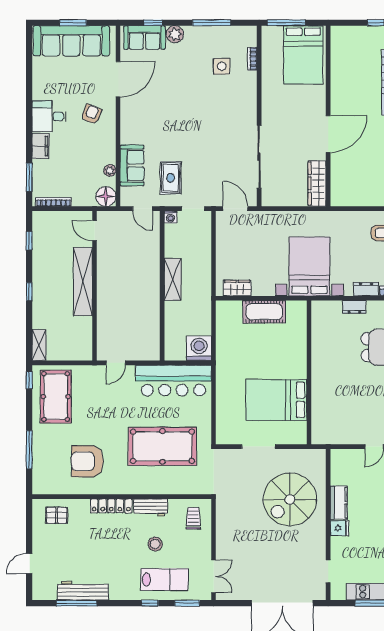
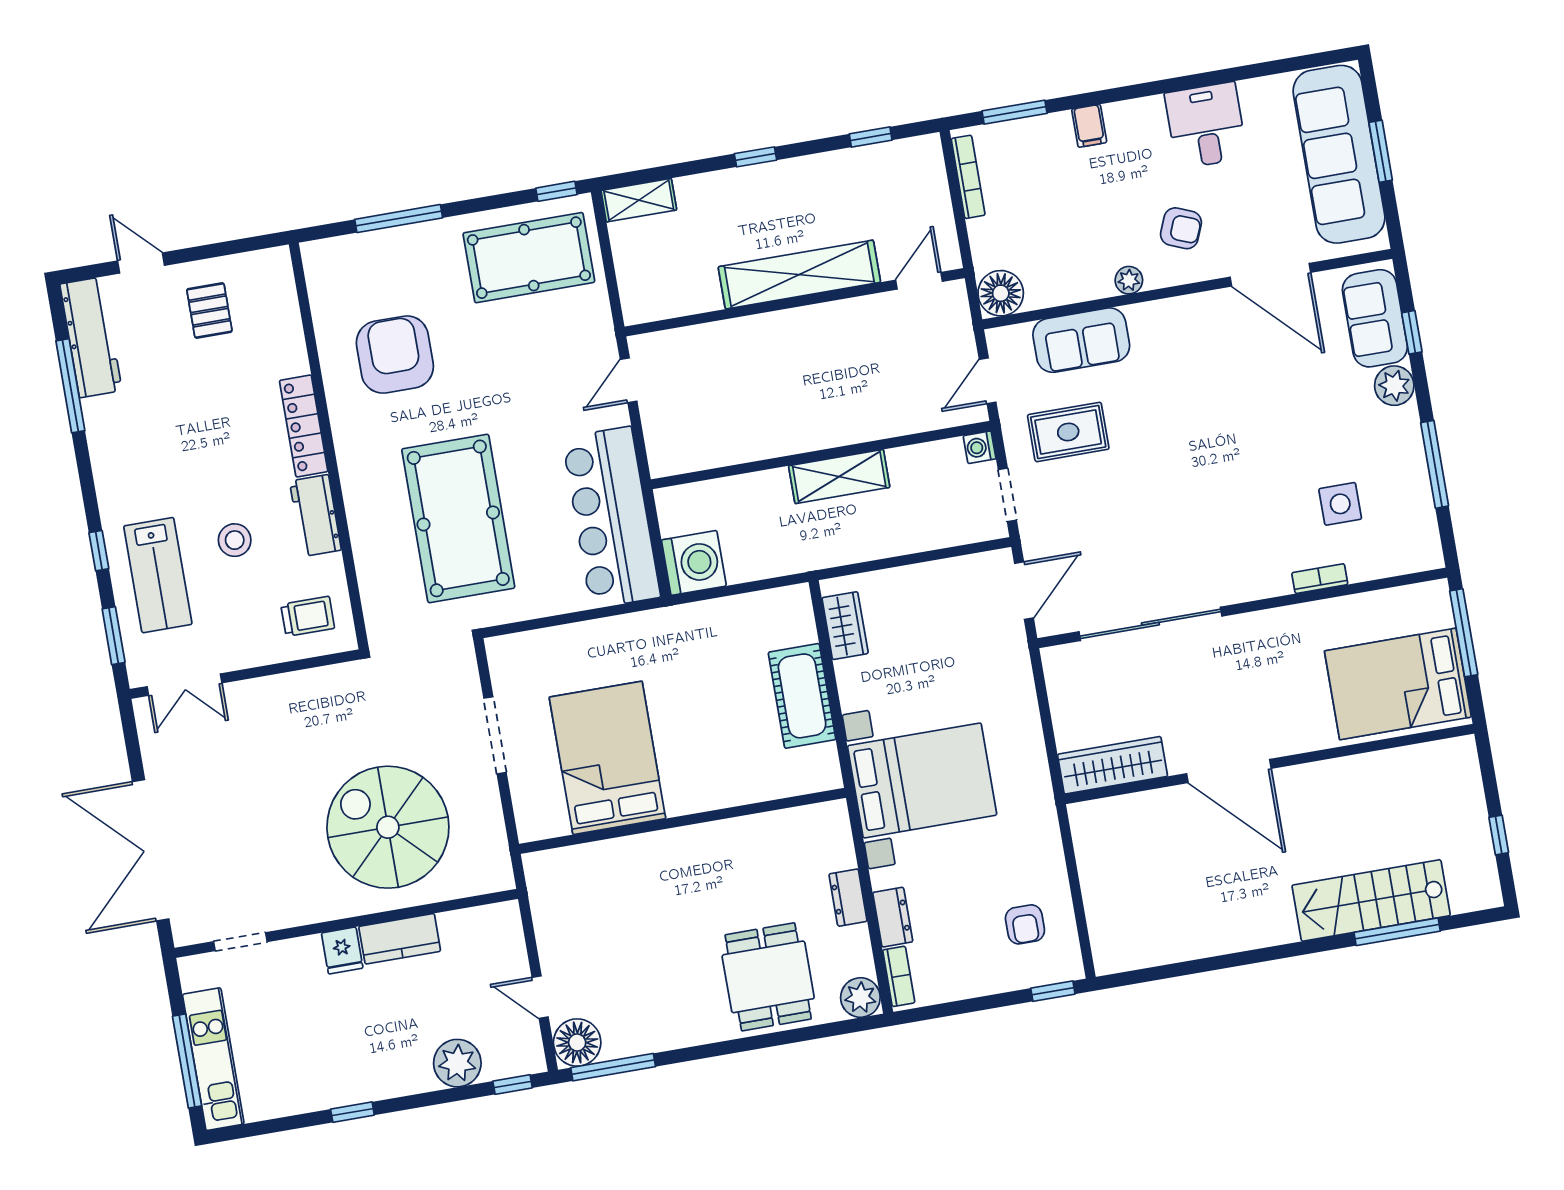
bookcase: (252, 59) -> (1320, 579), moved
desk: (49, 116) -> (1206, 125), moved
filing cabinet: (41, 146) -> (1089, 126), width x0.50
plant: (110, 171) -> (1129, 280), moved
door: (116, 363) -> (629, 380), hinge flipped
pallet: (57, 515) -> (209, 310), moved
workbench: (83, 591) -> (91, 337), moved

